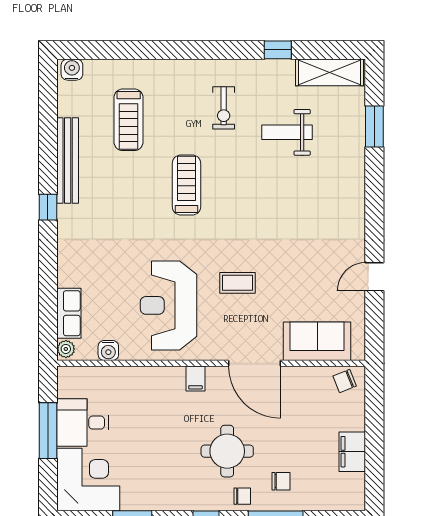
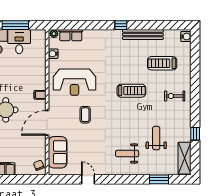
exercise bike: (224, 108) -> (175, 96), moved
weight bench: (320, 194) -> (127, 153), added
reception desk: (169, 305) -> (74, 82), turned 180

